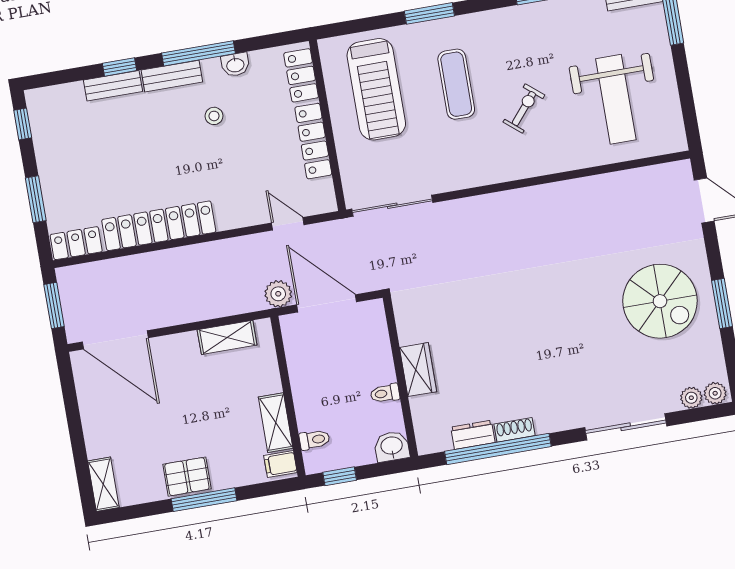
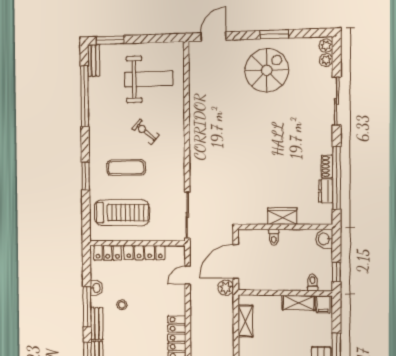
toilet: (385, 393) -> (274, 237), moved

